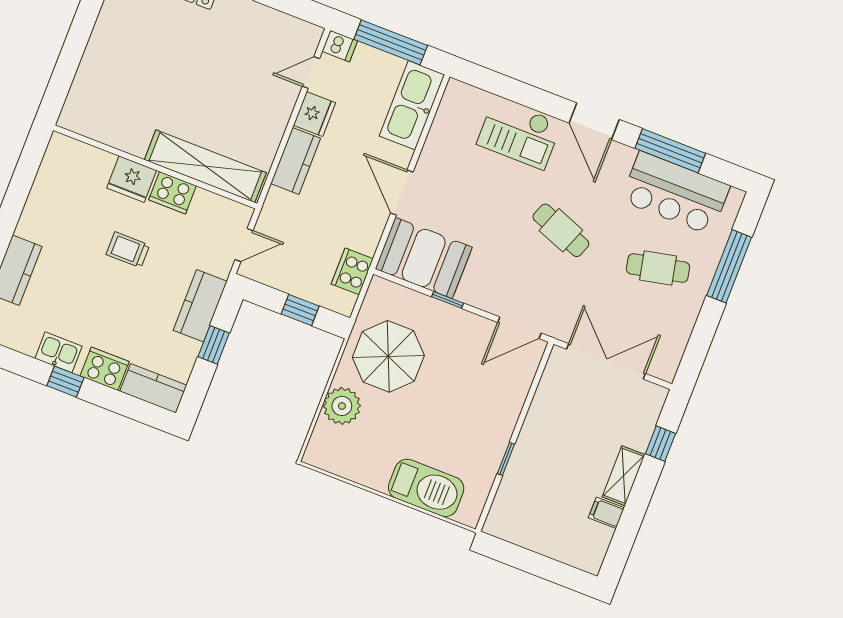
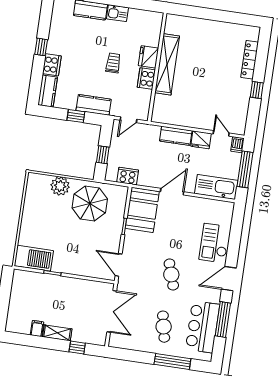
shelving: (205, 166) -> (167, 64), moved
cafe table: (561, 230) -> (171, 274), turned -39
door: (244, 245) -> (128, 120), hinge flipped
kitchen sink: (59, 352) -> (117, 13), moved, turned 90
barbecue: (426, 488) -> (34, 258), moved, turned -90

